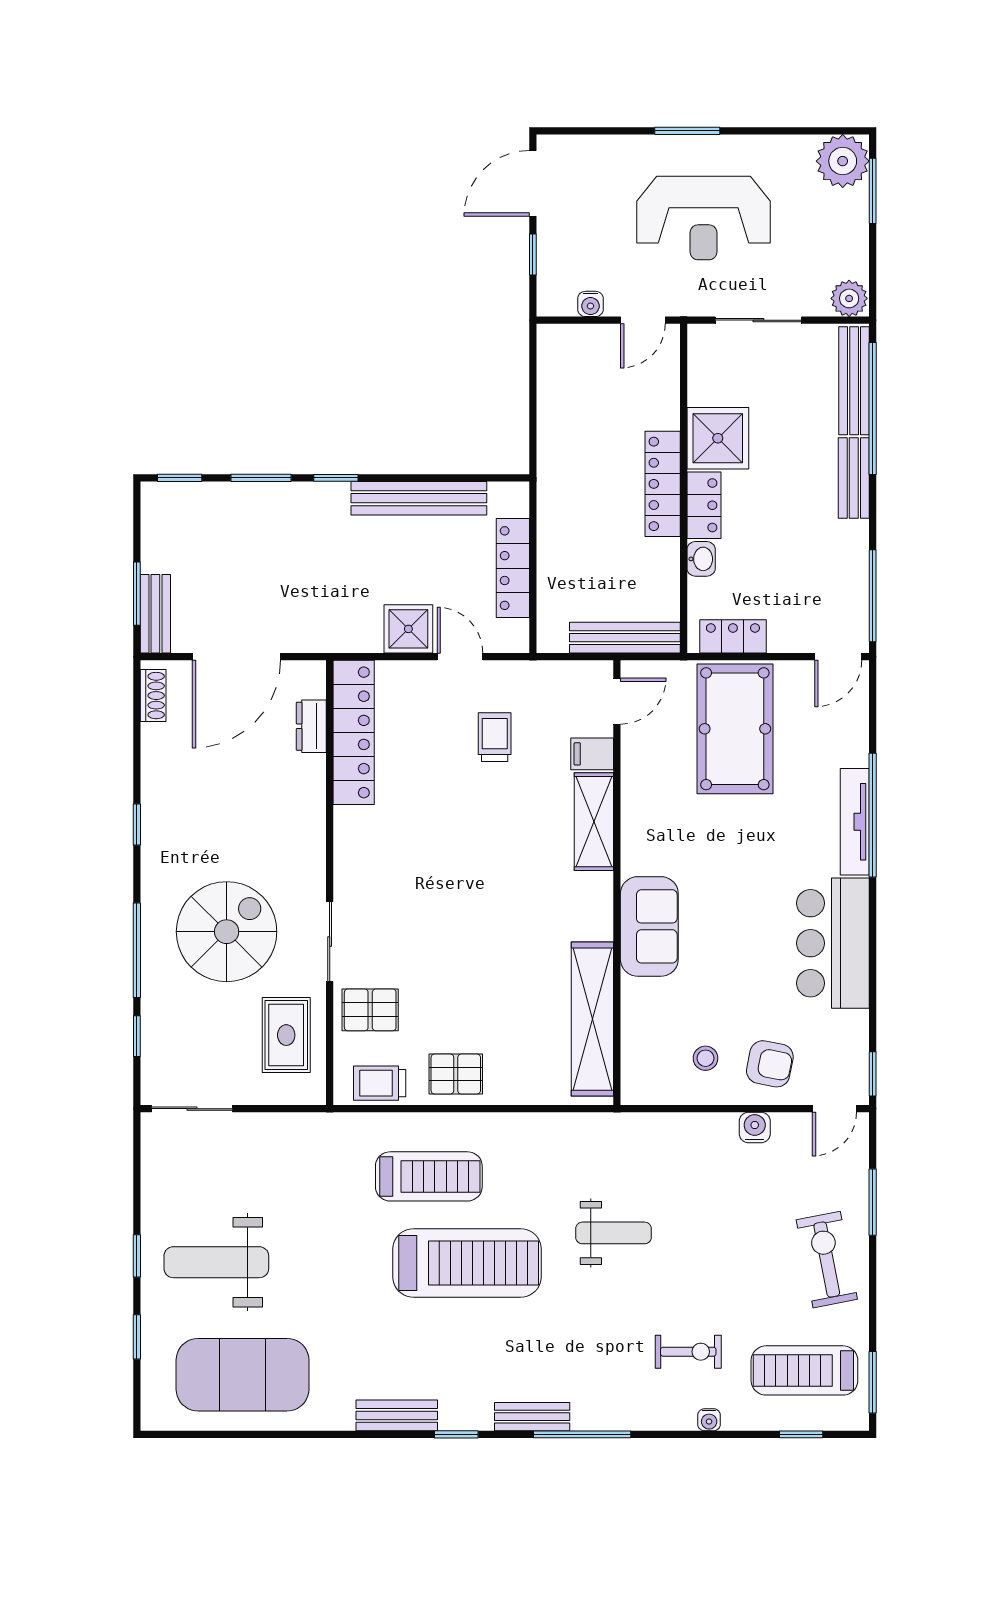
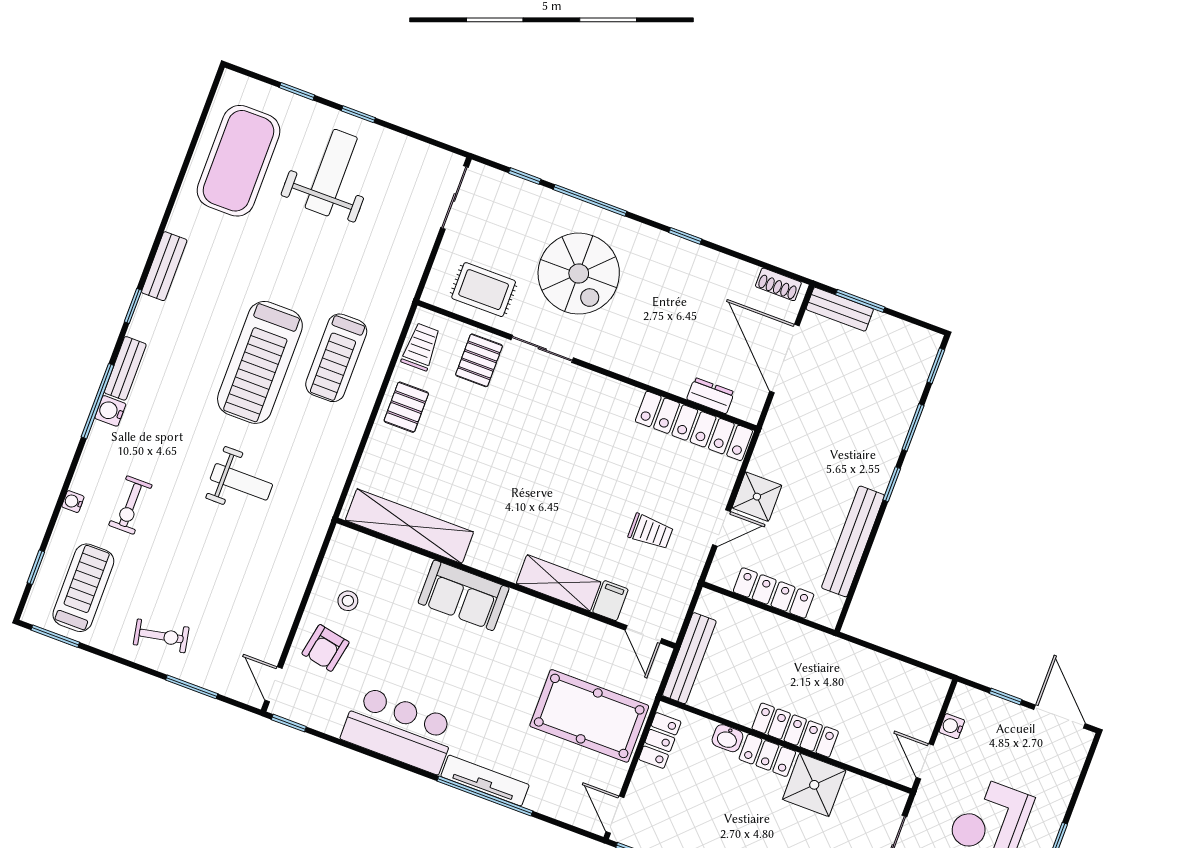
water cooler: (755, 1127) -> (110, 411), moved, turned 180
weight bench: (613, 1233) -> (241, 482), turned -90
exercise bike: (827, 1260) -> (161, 636), width x0.73, depth x0.72

